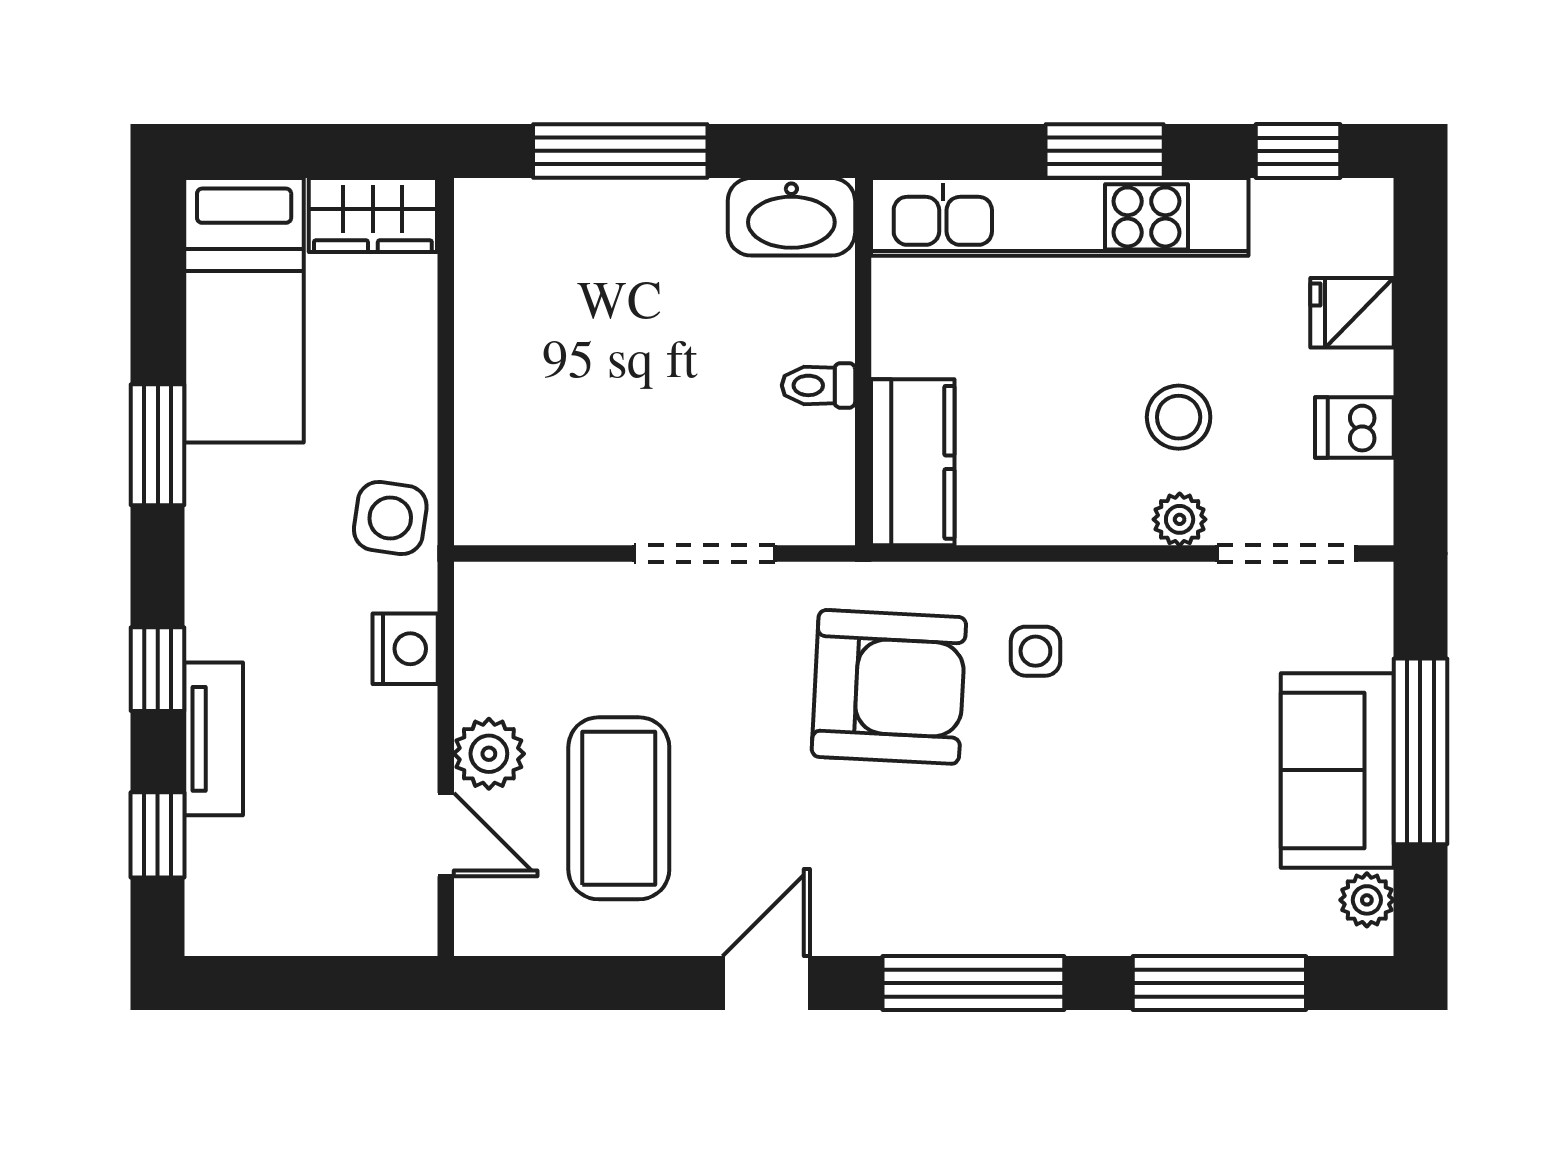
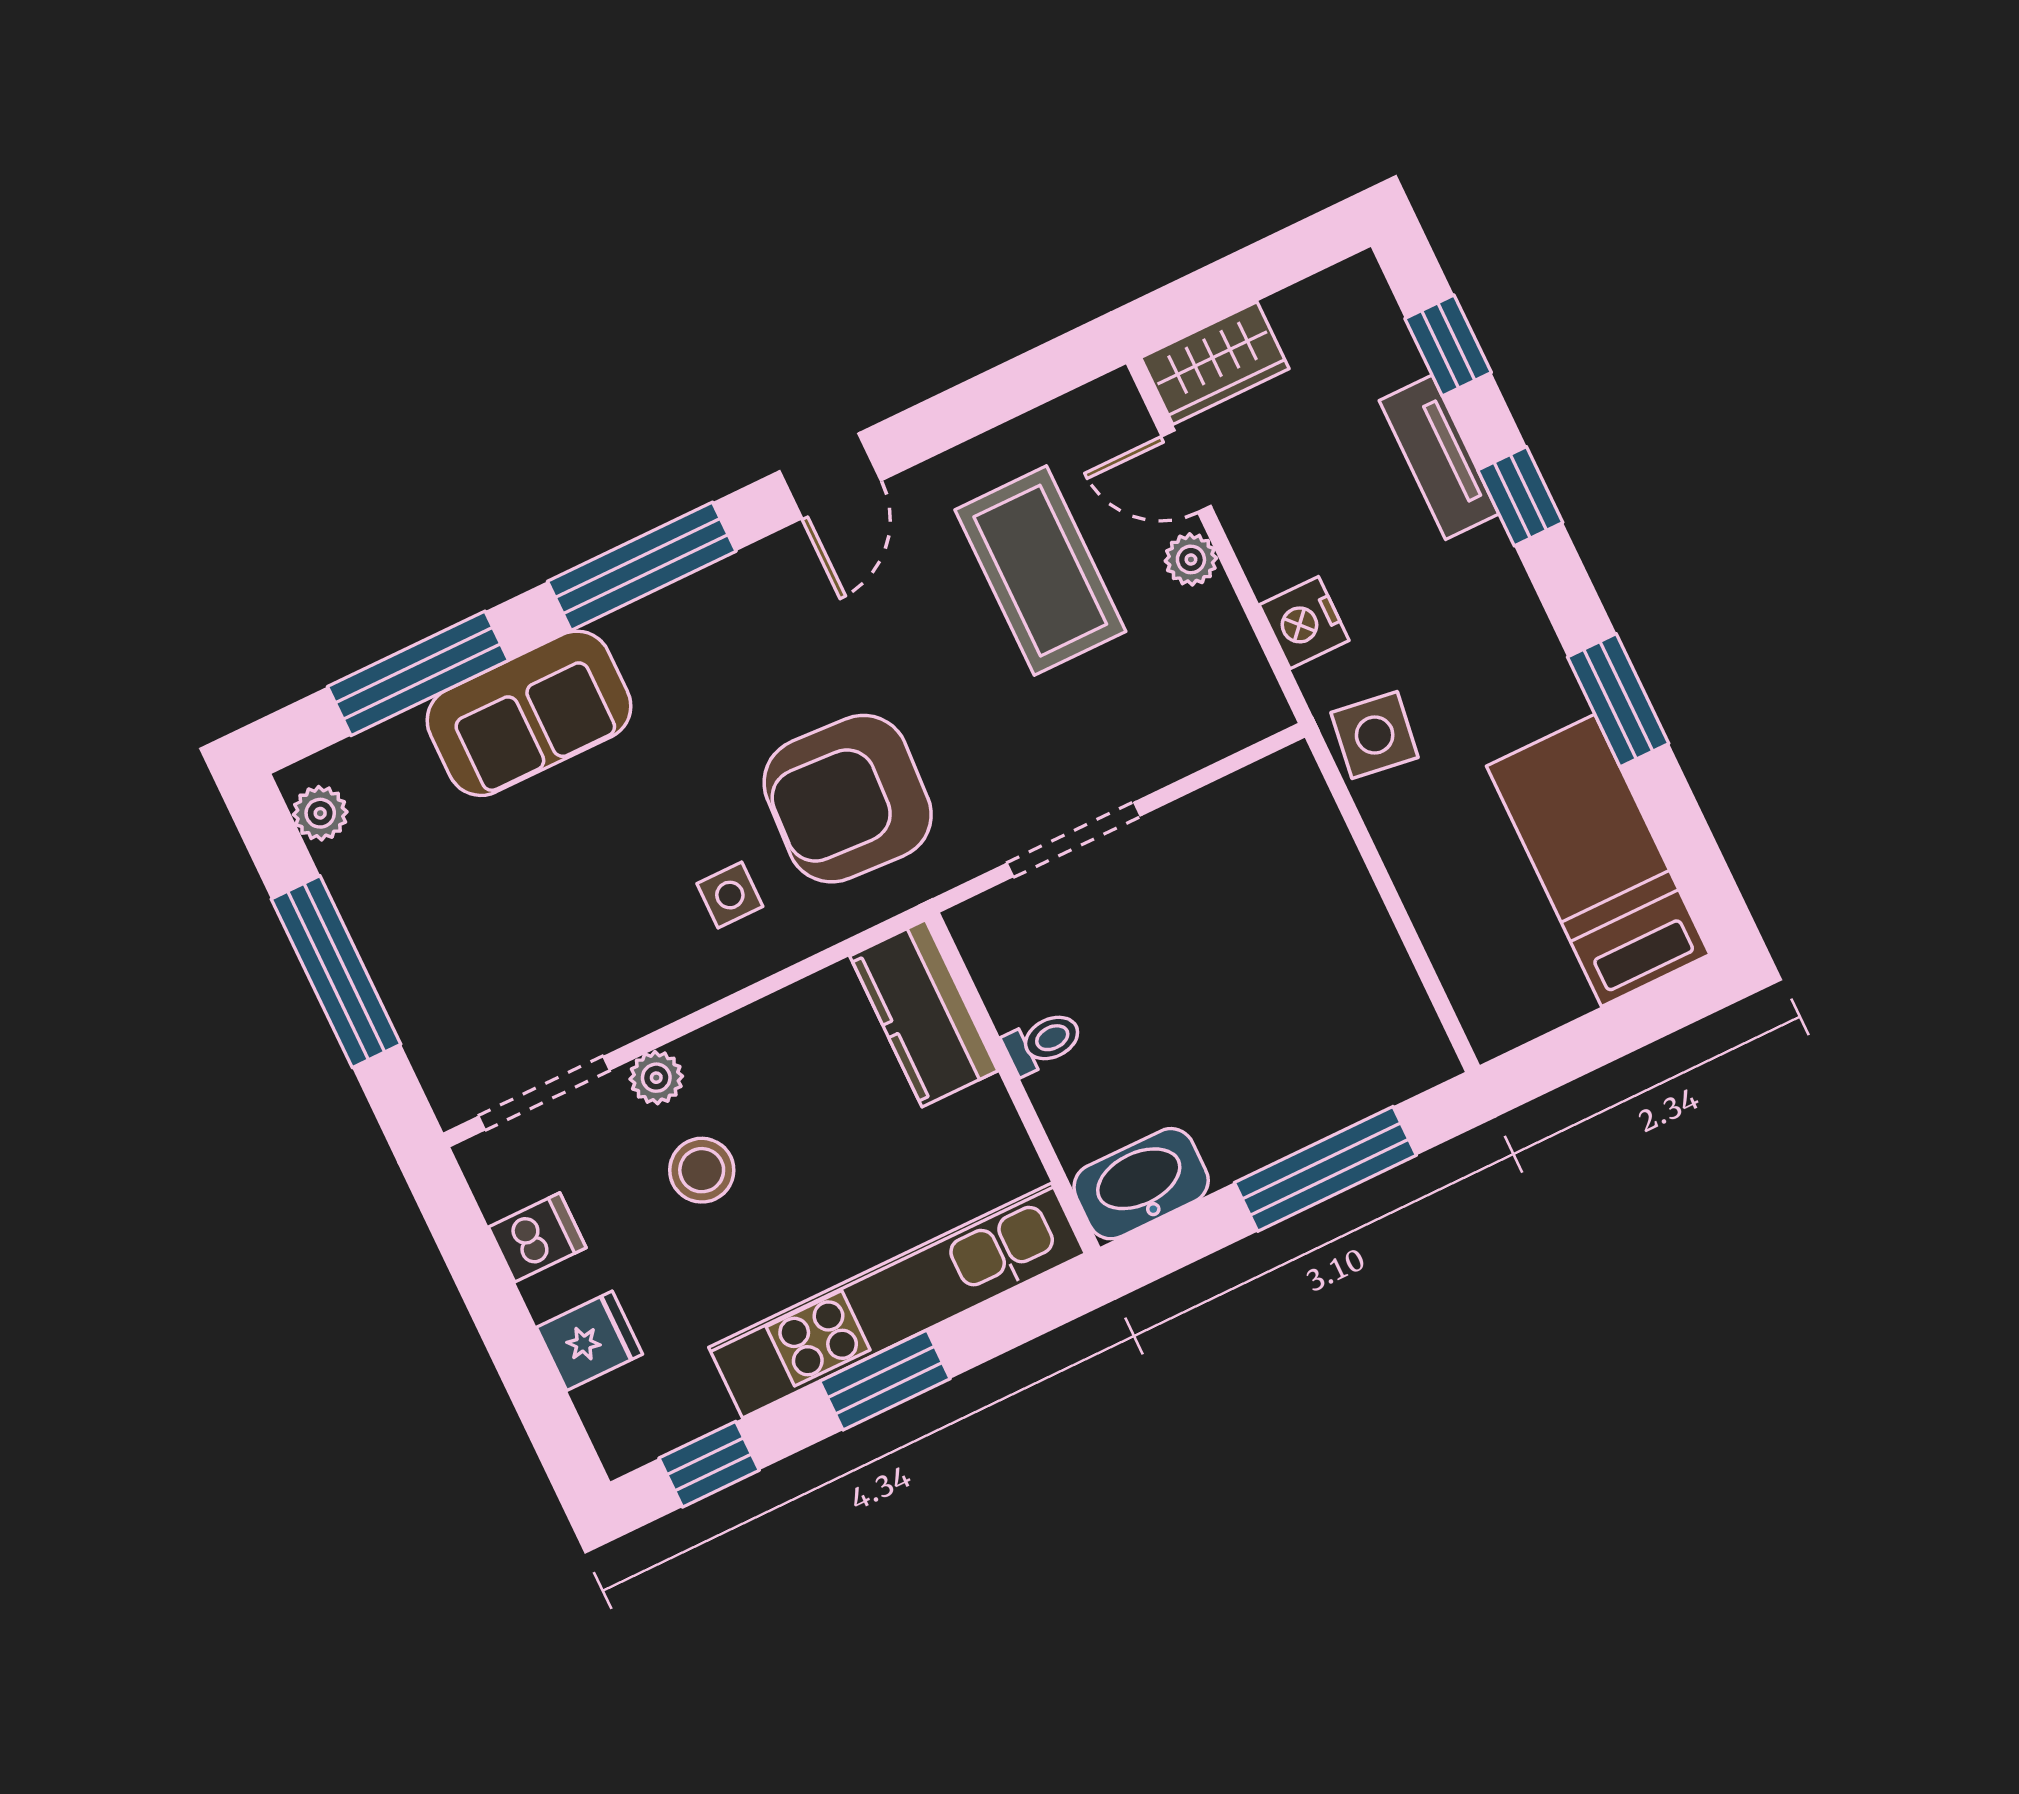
wardrobe: (373, 215) -> (1215, 363), moved, turned 180
plant: (489, 754) -> (1191, 559), width x0.73, depth x0.73
sofa: (1337, 770) -> (529, 713), moved, turned 90

